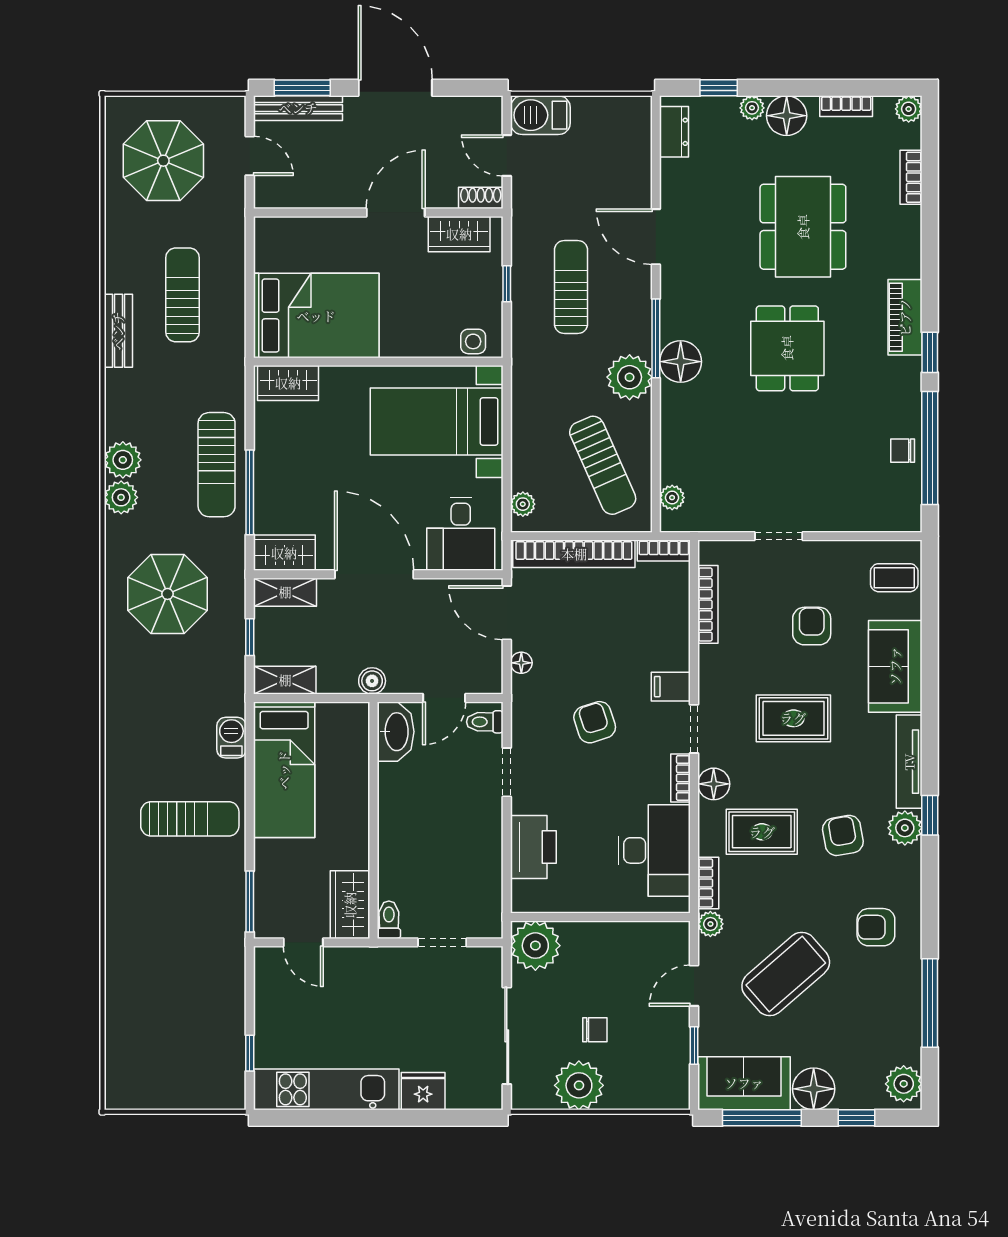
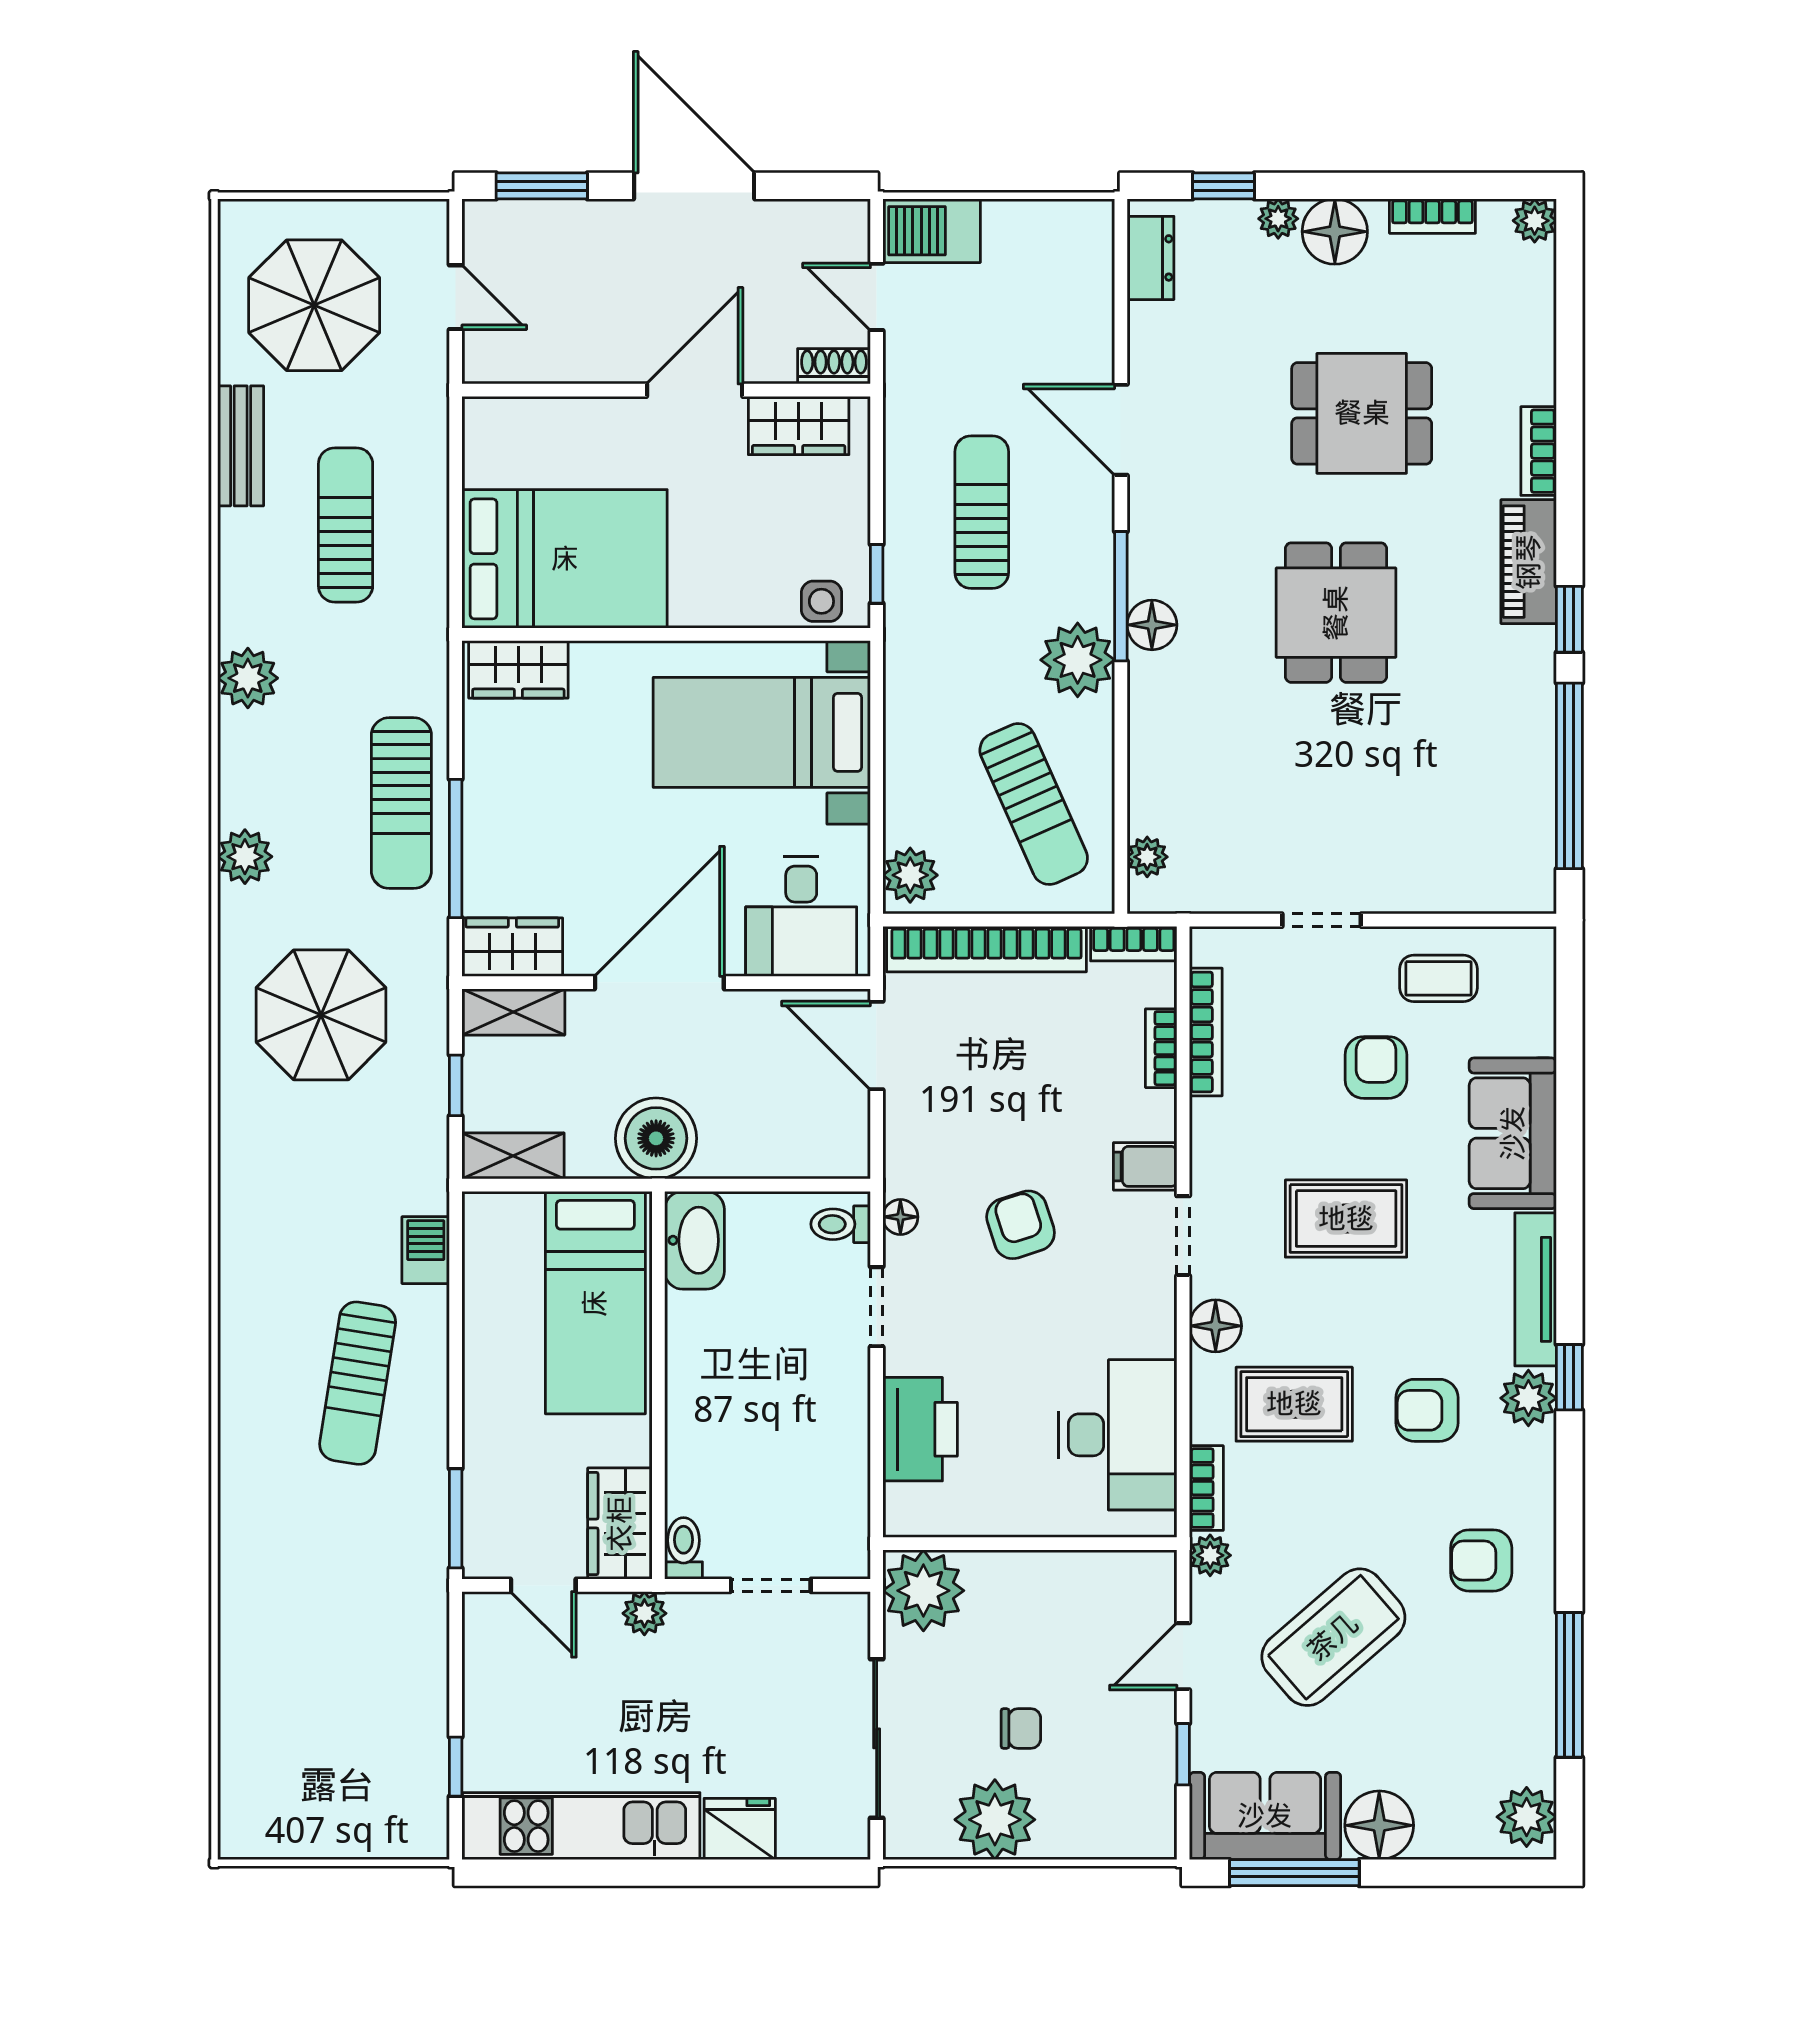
bench: (298, 108) -> (535, 219), removed
bookcase: (911, 177) -> (1539, 451), moved
dining table: (803, 227) -> (1362, 413), width x0.73
window: (507, 284) -> (877, 574), moved
bench: (118, 331) -> (241, 446), moved
floor lamp: (681, 362) -> (1152, 625), width x0.73, depth x0.73
chair: (903, 451) -> (1525, 780), removed
plant: (123, 460) -> (248, 678), moved
plant: (523, 504) -> (910, 875), width x1.38, depth x1.38
door: (374, 574) -> (659, 983), hinge flipped
coffee table: (894, 578) -> (1438, 978), moved
floor lamp: (521, 663) -> (900, 1217), moved
boiler: (372, 681) -> (656, 1138), width x1.86, depth x1.86
door: (444, 698) -> (774, 1185), removed
bed: (284, 770) -> (595, 1303), moved
bookcase: (681, 778) -> (1161, 1048), moved
sun lounger: (190, 819) -> (358, 1383), turned 99
armchair: (843, 835) -> (1427, 1410), turned -80
plant: (365, 959) -> (644, 1613), added
window: (856, 1118) -> (1449, 1873), removed

